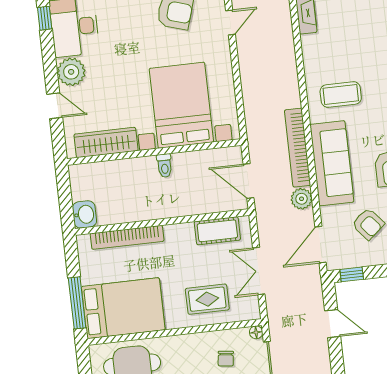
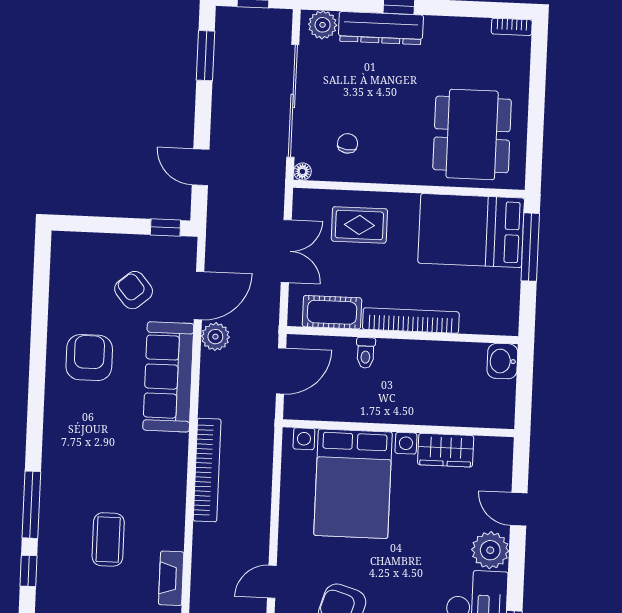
coffee table: (341, 94) -> (108, 539), moved, turned 90
wardrobe: (106, 142) -> (446, 450), width x0.67
bookcase: (298, 148) -> (207, 470), moved
toilet: (164, 166) -> (366, 353), moved, turned 180
door: (248, 181) -> (281, 371), hinge flipped
bookcase: (127, 237) -> (411, 321), moved
door: (321, 245) -> (199, 296), moved

